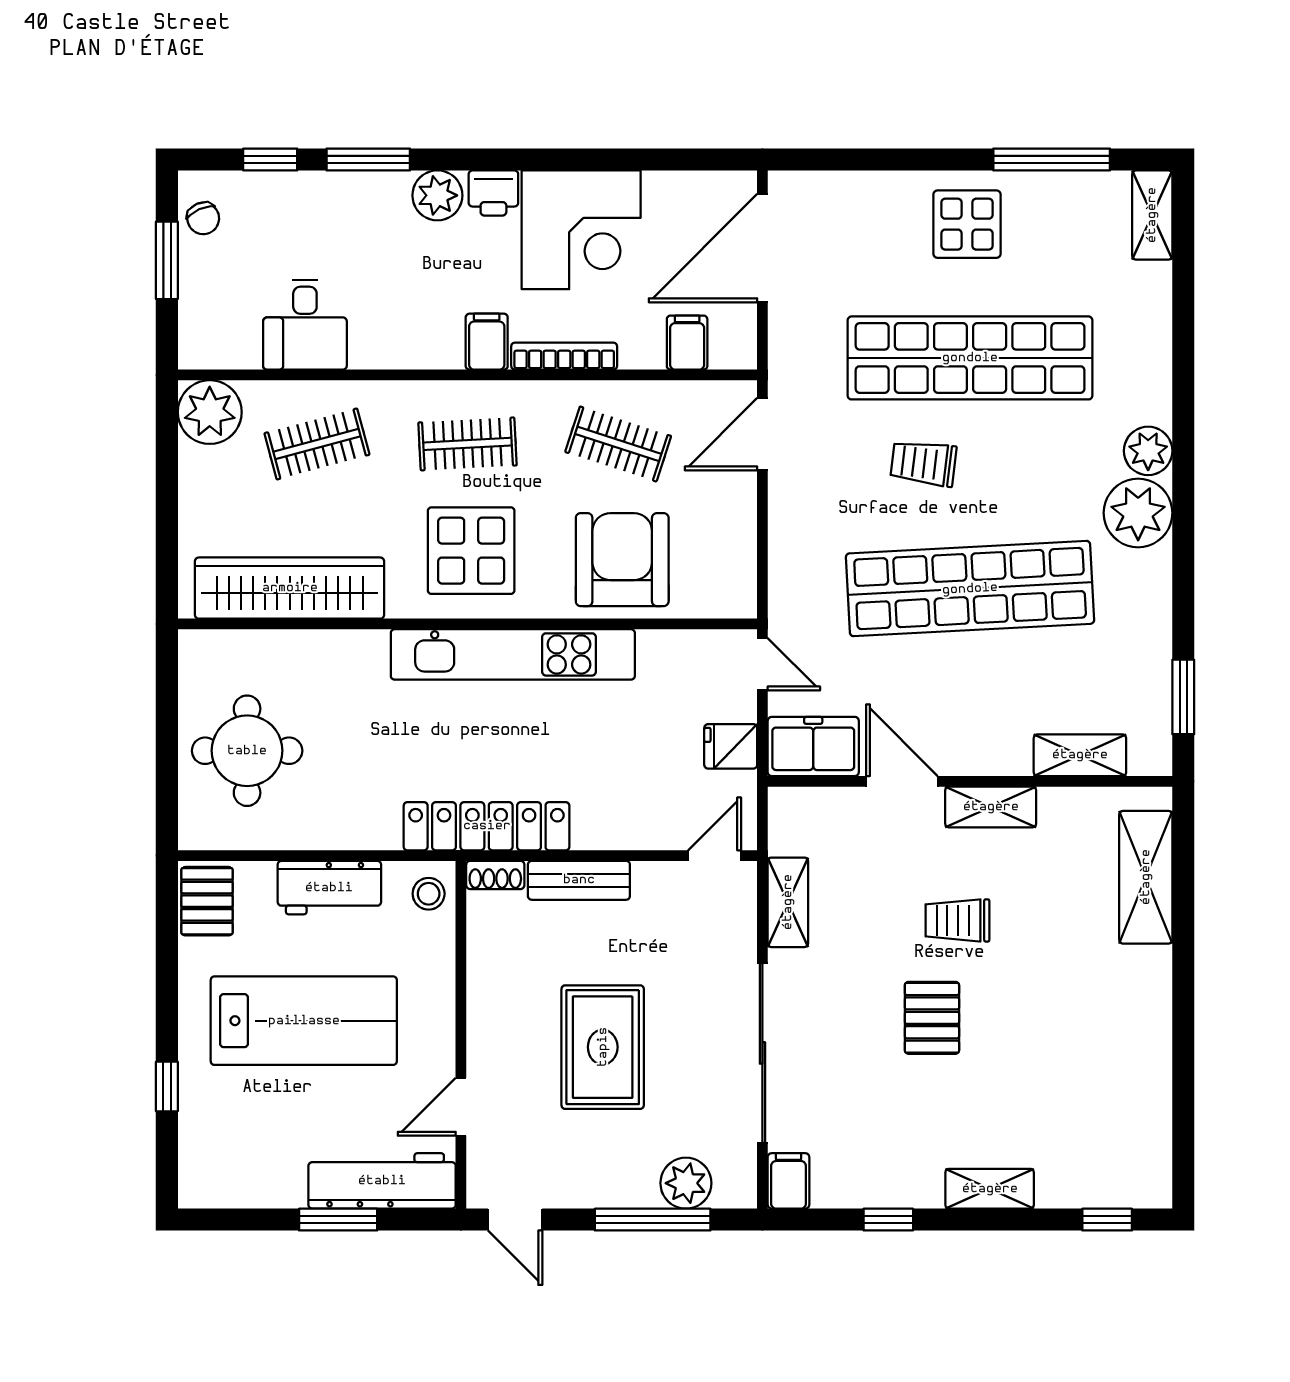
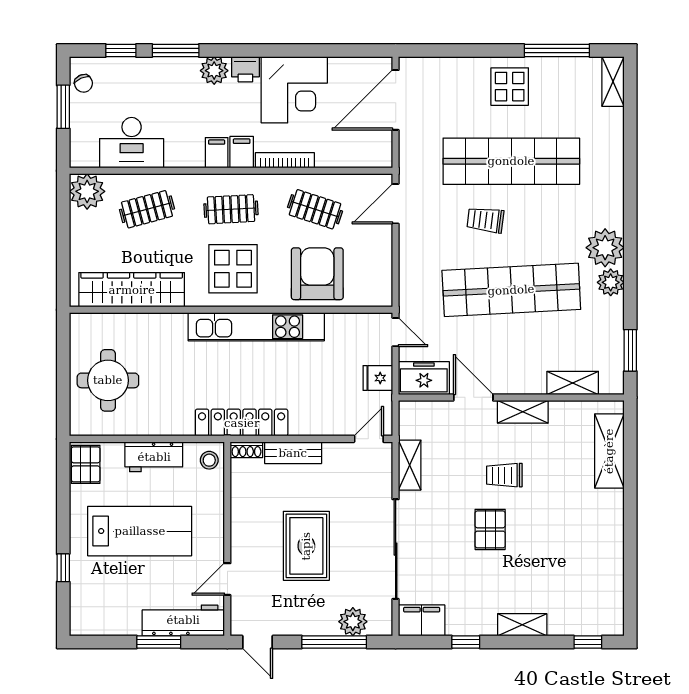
desk: (305, 325) -> (132, 143), width x1.37
filing cabinet: (687, 343) -> (217, 153), moved
plant: (1148, 451) -> (611, 282), moved
filing cabinet: (789, 1181) -> (422, 620), width x2.00

